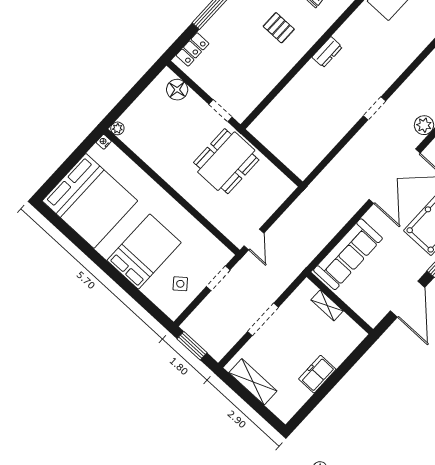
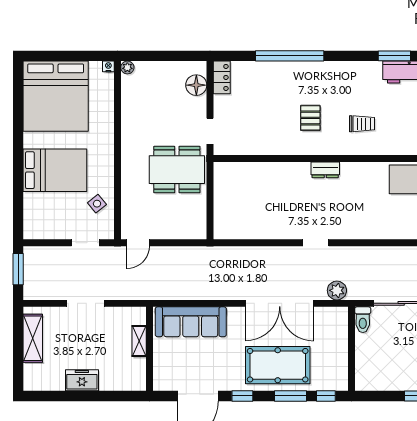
locker: (193, 49) -> (222, 77), moved, turned -90
side table: (180, 284) -> (97, 204), moved

